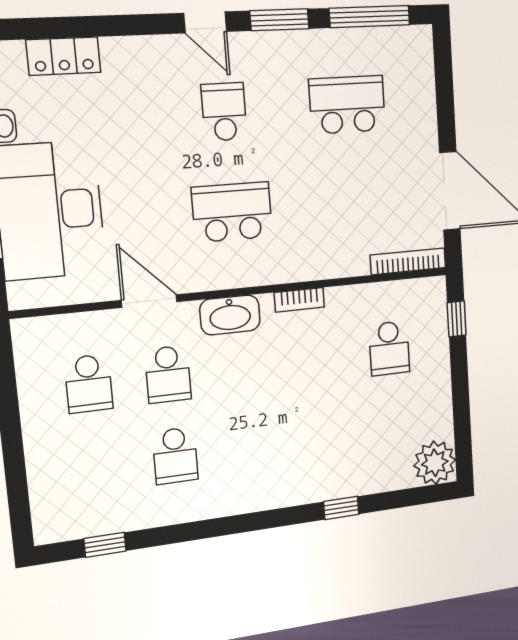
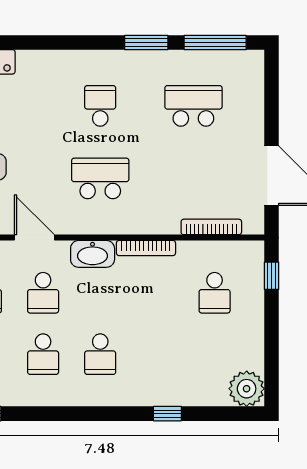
door: (205, 22) -> (92, 42), removed
bookcase: (408, 261) -> (211, 227), moved
bookcase: (299, 300) -> (146, 248), width x1.56
school desk: (251, 445) -> (100, 354), added

